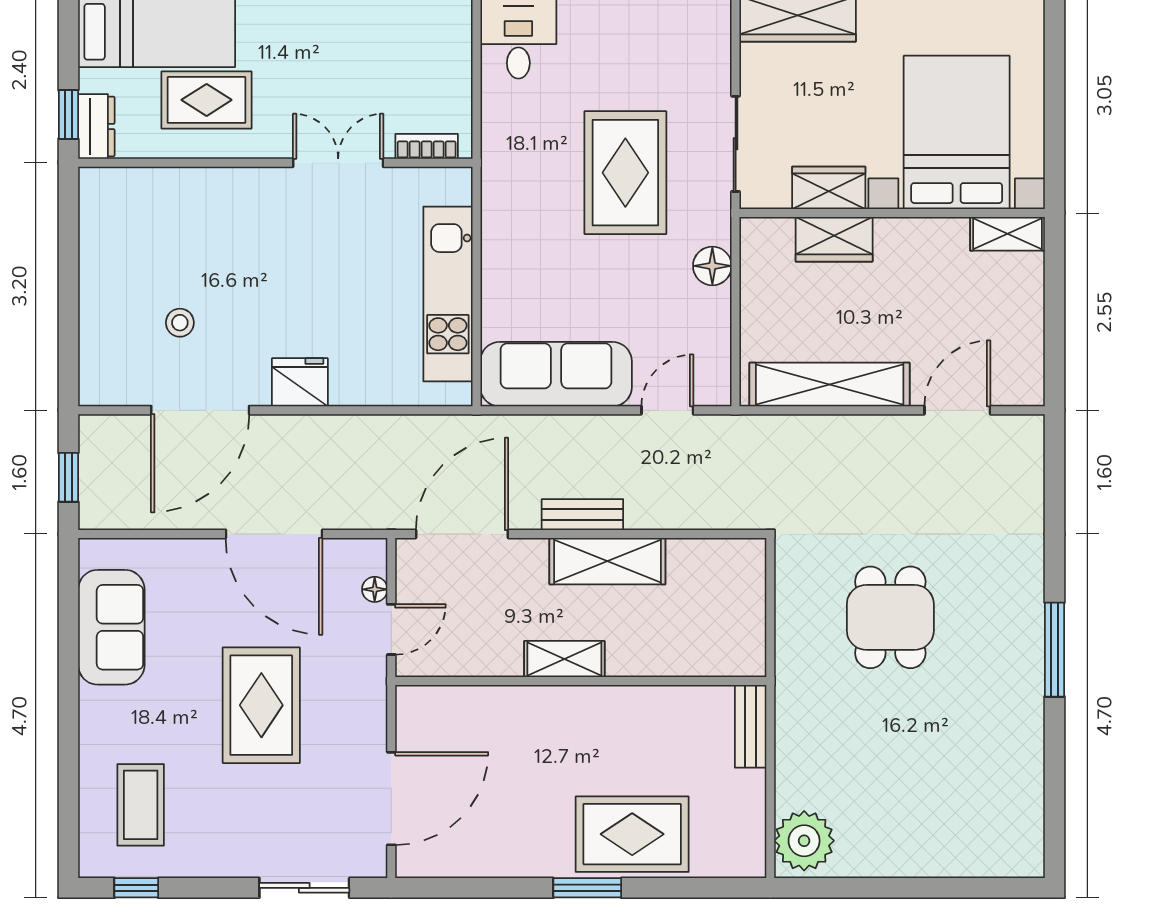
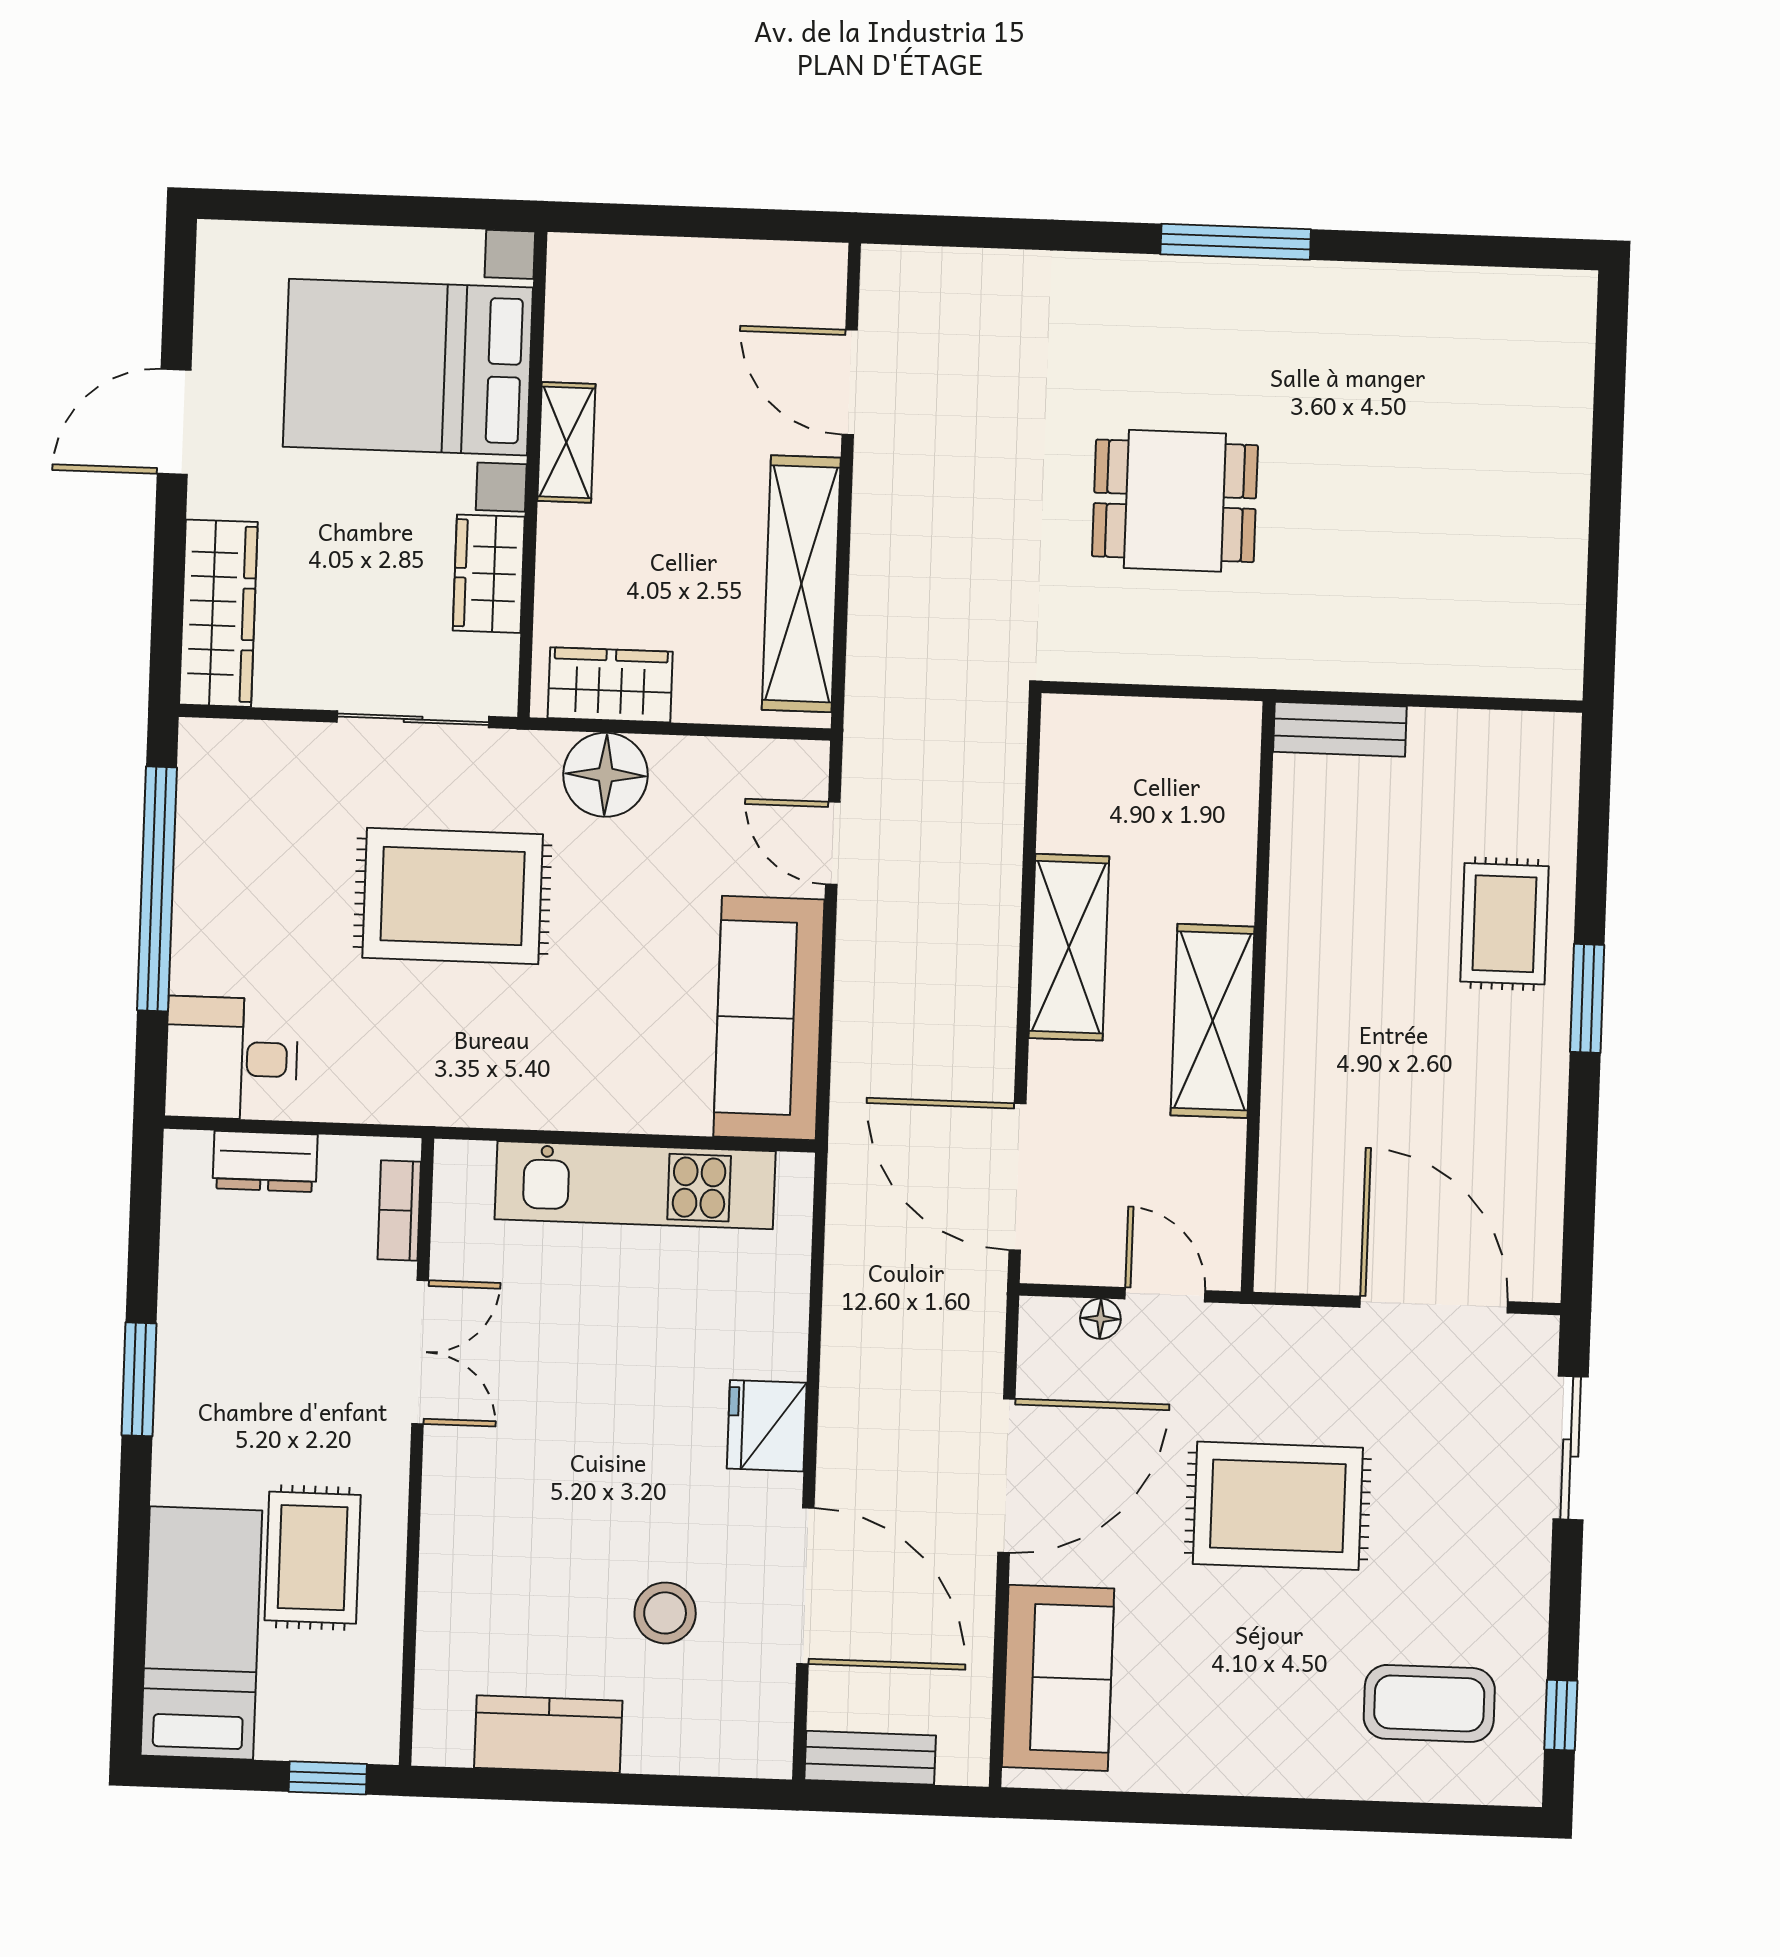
dresser: (96, 126) -> (265, 1161), moved, turned 180
double door: (338, 163) -> (420, 1352), swing flipped
shelving: (1007, 234) -> (566, 442), moved
wardrobe: (834, 239) -> (610, 685), moved, turned -90
kitchen counter: (101, 252) -> (548, 1734), added
floor lamp: (712, 266) -> (606, 775), width x1.38, depth x1.38
stool: (180, 323) -> (665, 1613), width x1.37, depth x1.37
window: (68, 477) -> (904, 1799), removed
bench: (582, 515) -> (870, 1758), moved, turned 90
sofa: (111, 627) -> (1058, 1678), moved, turned 90
shelving: (564, 659) -> (1212, 1021), width x1.50, depth x1.33
rug: (632, 834) -> (1504, 924), width x0.73, depth x0.70
plant: (804, 841) -> (1525, 651), removed

